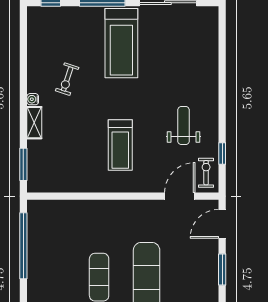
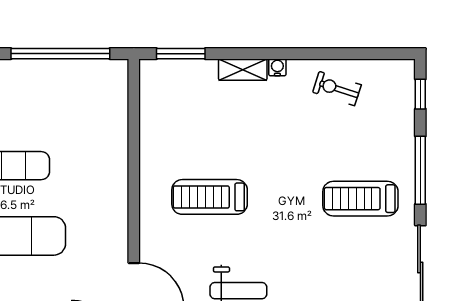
treadmill: (121, 43) -> (360, 199), width x0.73, depth x0.73
exercise bike: (67, 79) -> (337, 89), moved

